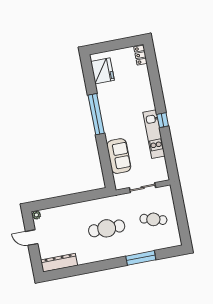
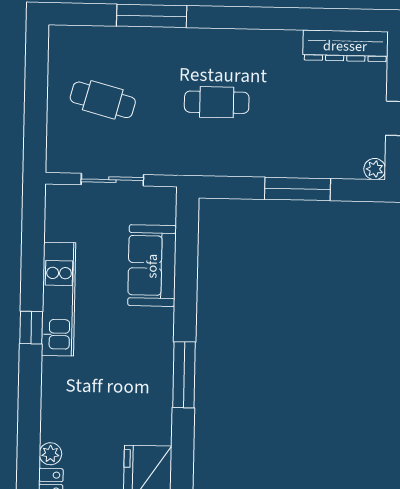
plant: (144, 70) -> (50, 454), added
window: (96, 114) -> (184, 375), width x0.68
window: (66, 200) -> (298, 189), added
cafe table: (107, 228) -> (217, 102), width x0.73, depth x0.74

